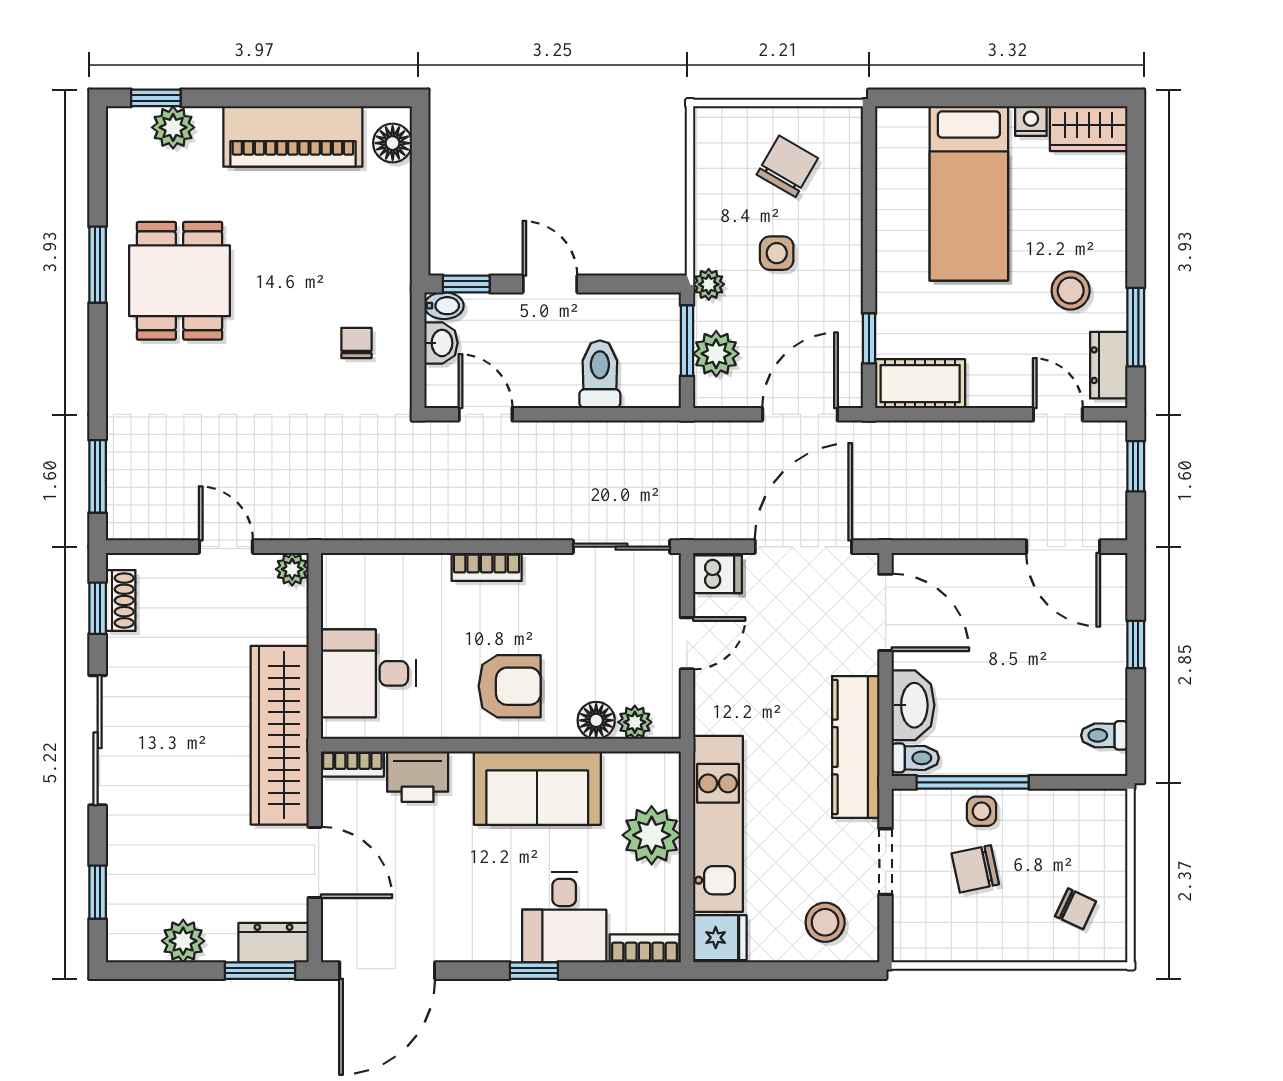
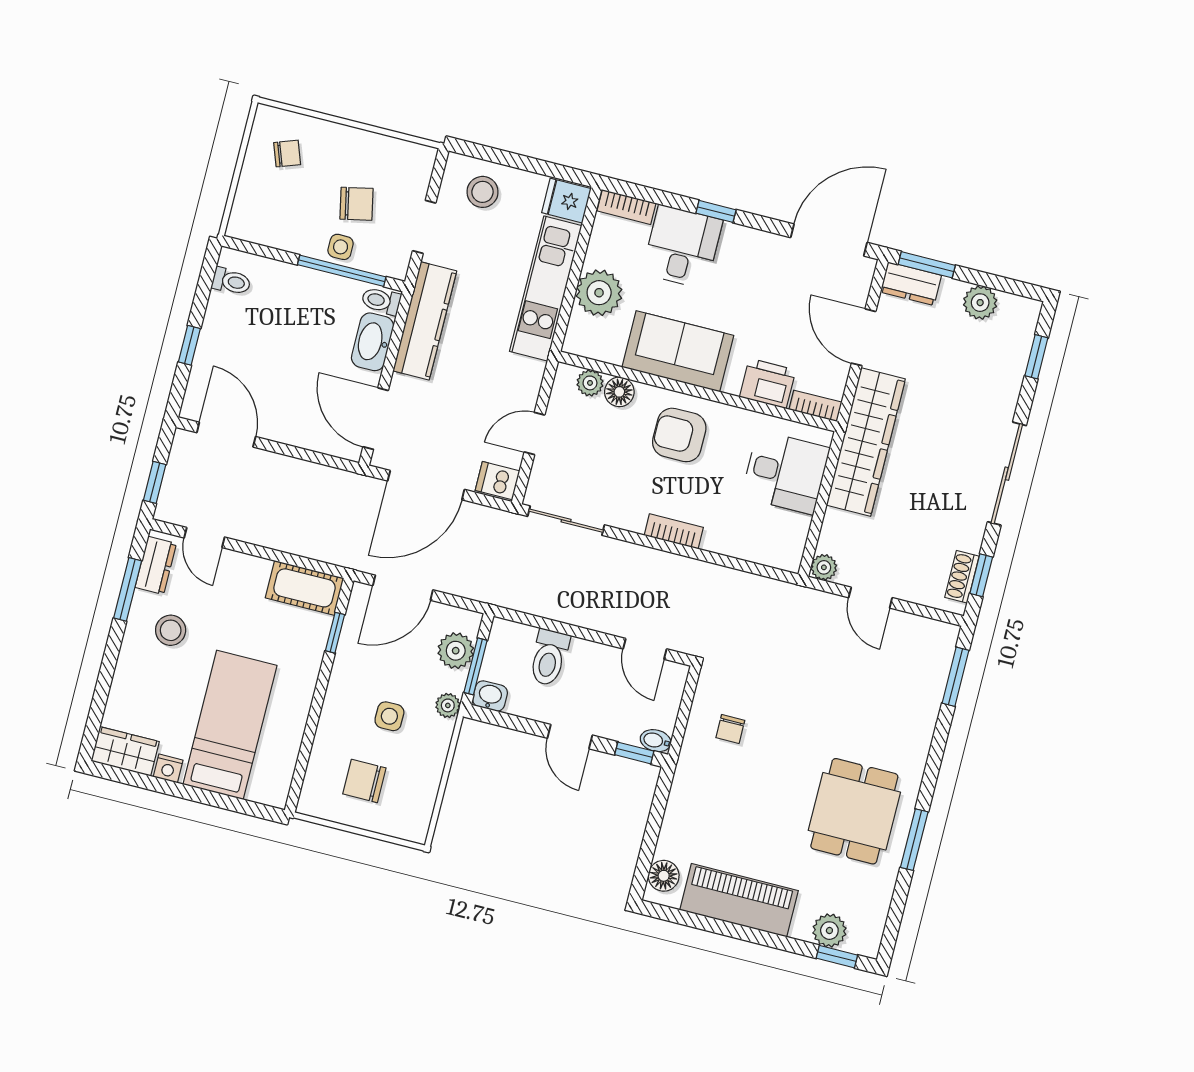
chair: (787, 166) -> (364, 781), turned 60
washbasin: (441, 343) -> (490, 696), moved, turned 90
chair: (1076, 909) -> (287, 154), turned 135

